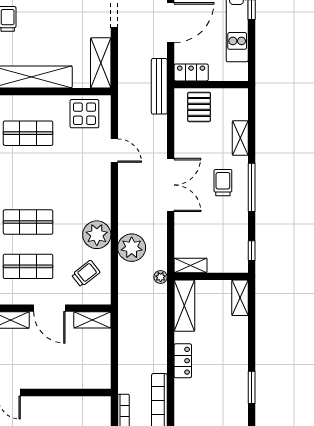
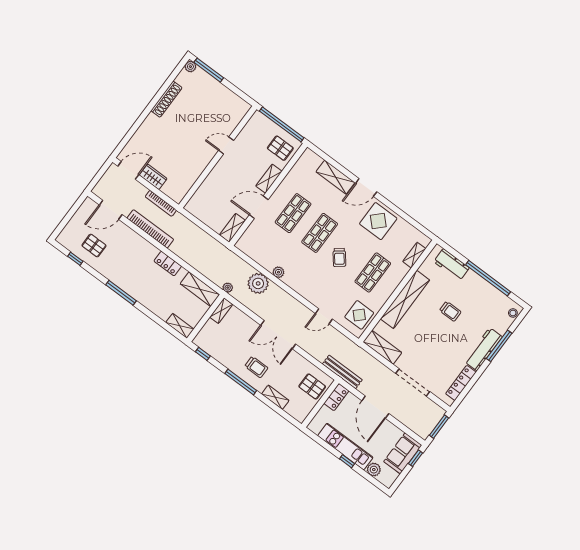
plant: (97, 235) -> (278, 272), width x0.53, depth x0.53
trolley: (86, 274) -> (339, 257), moved
window: (252, 387) -> (121, 293), width x1.44

